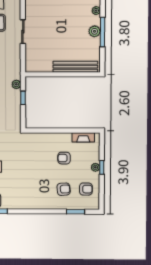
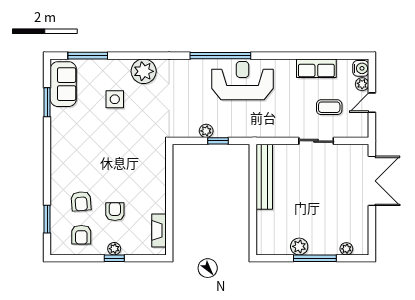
plant: (95, 31) -> (299, 246), moved
bench: (75, 67) -> (264, 177), moved
plant: (16, 84) -> (206, 131), moved
armchair: (64, 158) -> (115, 212), moved

